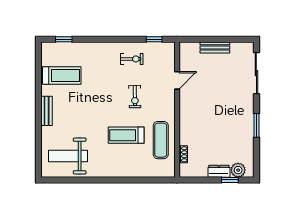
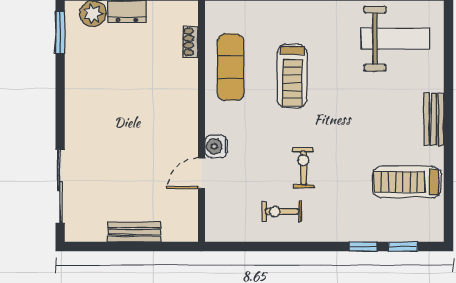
window: (154, 39) -> (363, 247), moved
water cooler: (169, 96) -> (216, 146), added
exercise bike: (135, 97) -> (303, 168), moved
window: (256, 125) -> (60, 32), moved
treadmill: (126, 135) -> (292, 76), turned 90

